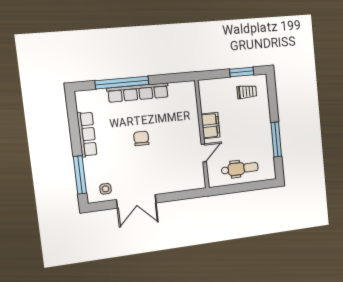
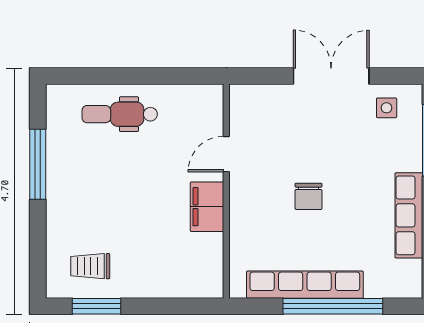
filing cabinet: (211, 126) -> (207, 207), moved
wall: (202, 134) -> (226, 191), moved
door: (204, 153) -> (226, 154), moved

